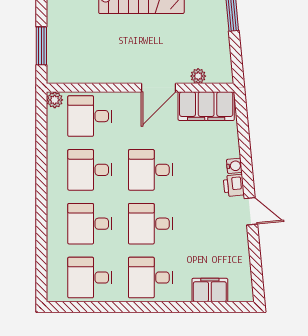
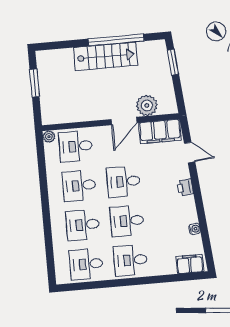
window: (41, 46) -> (34, 83), moved
plant: (198, 76) -> (147, 105), width x1.88, depth x1.88
water cooler: (234, 166) -> (195, 229), moved
door: (251, 211) -> (190, 152), moved
filing cabinet: (210, 290) -> (190, 264), moved

